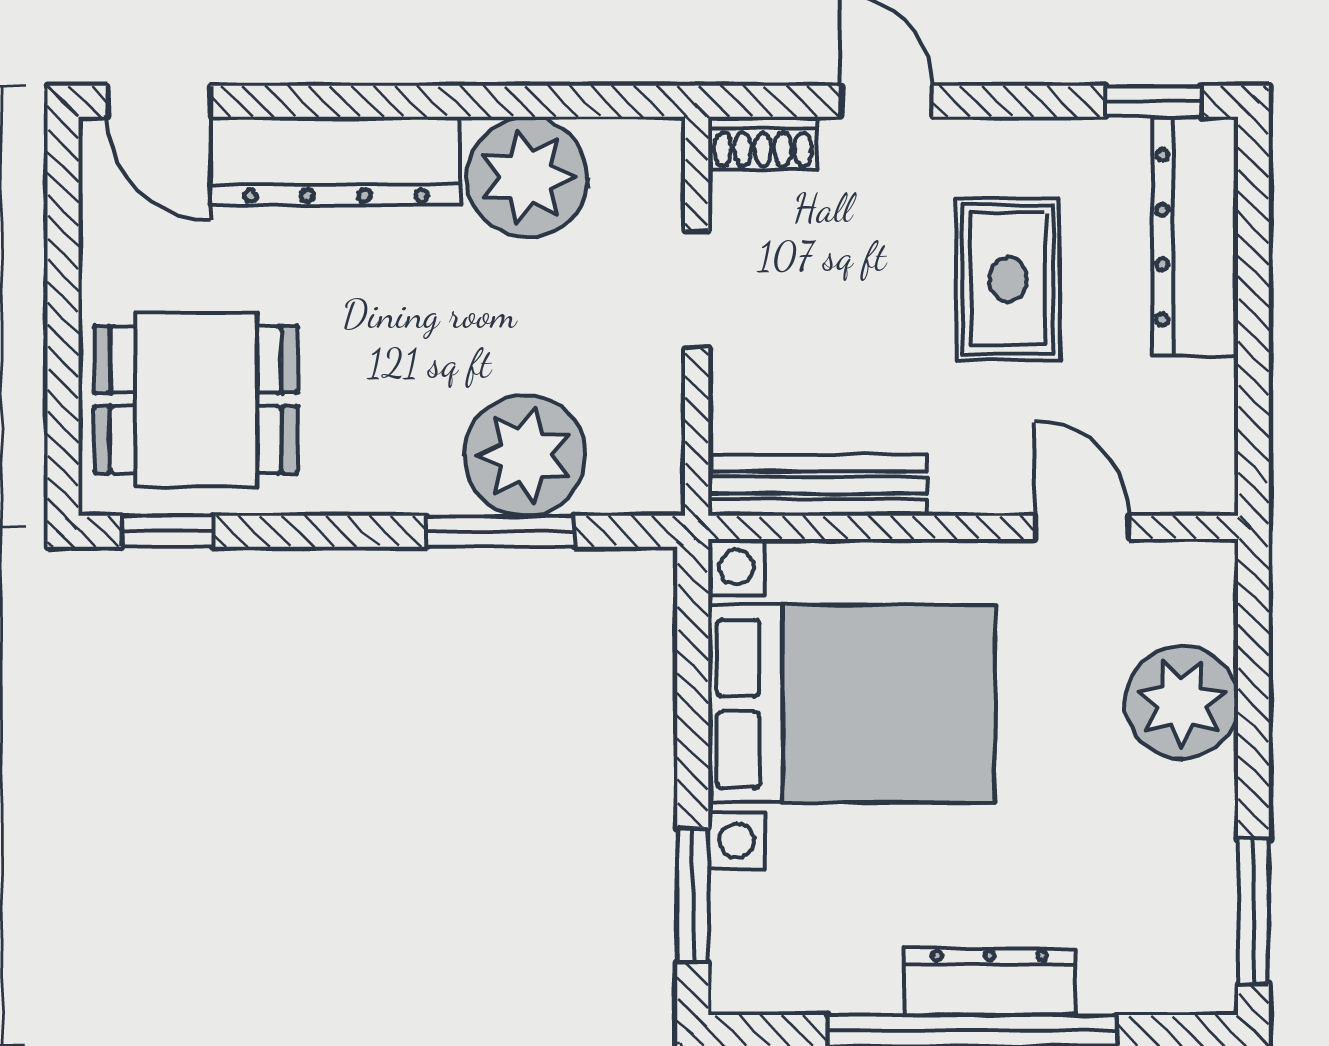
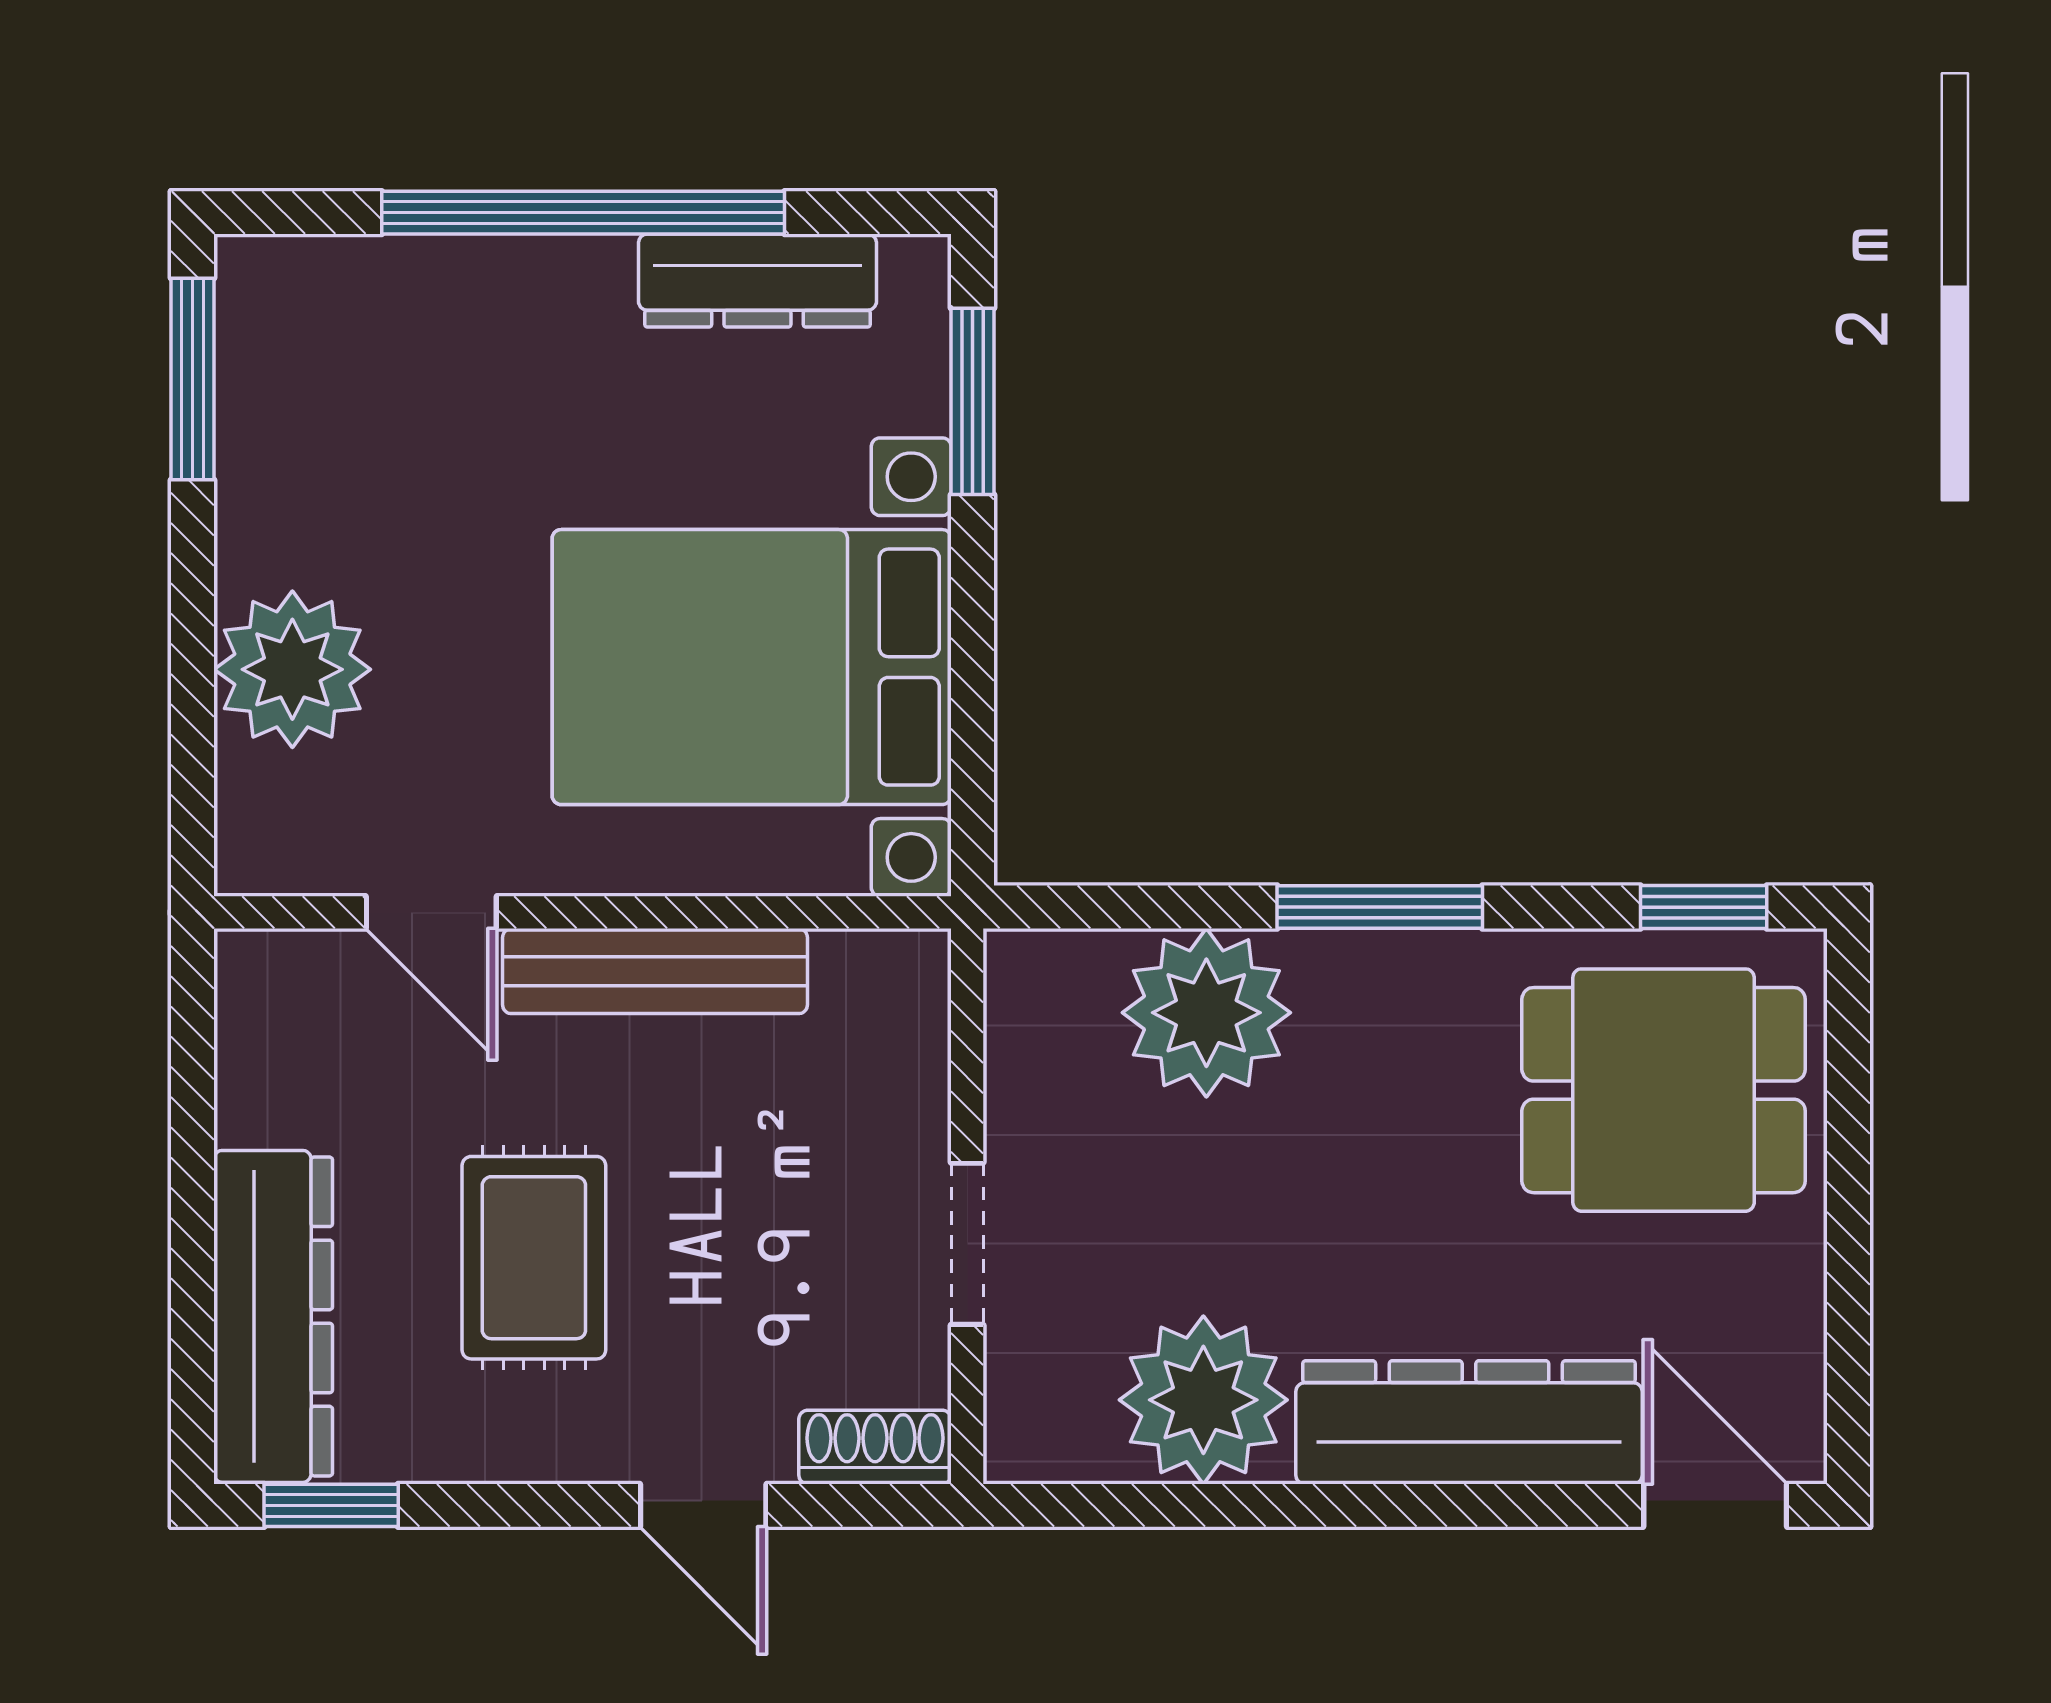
bench: (818, 485) -> (655, 971), moved
window: (500, 531) -> (1380, 907), moved
dresser: (989, 982) -> (757, 281), moved

